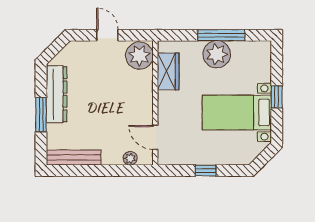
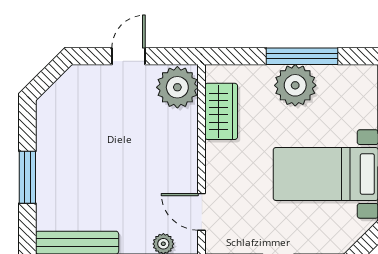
door: (107, 35) -> (128, 56), hinge flipped
dresser: (57, 94) -> (51, 146), removed

